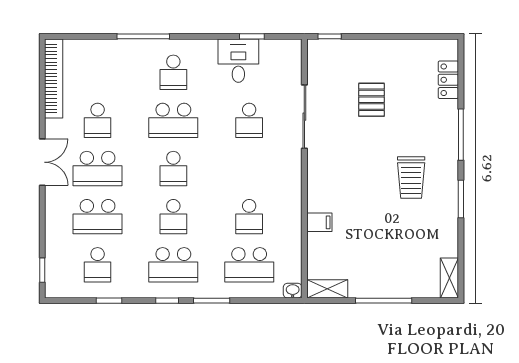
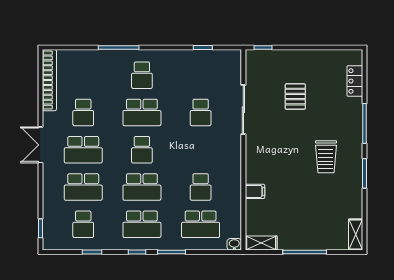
desk: (238, 61) -> (192, 66), removed
double door: (42, 162) -> (40, 145), swing flipped
school desk: (173, 217) -> (142, 187), width x1.85

